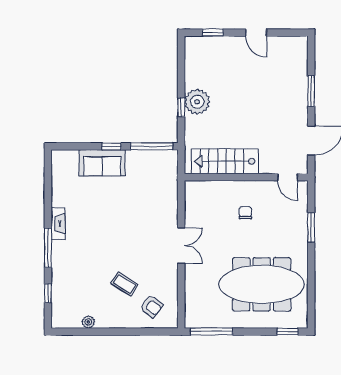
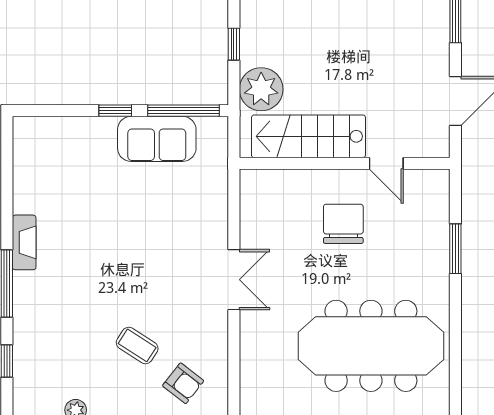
plant: (197, 102) -> (261, 89), moved
sofa: (102, 163) -> (157, 139), moved
door: (288, 177) -> (386, 163), moved
chair: (245, 213) -> (343, 224), width x1.87, depth x1.87

